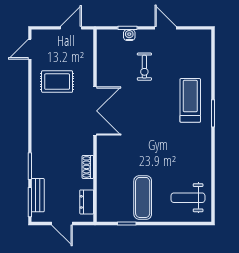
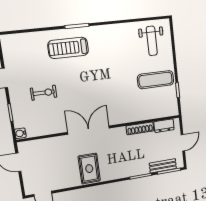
water cooler: (129, 35) -> (20, 133), moved
rug: (57, 82) -> (89, 169), moved
shoe rack: (88, 167) -> (140, 128), width x1.43

